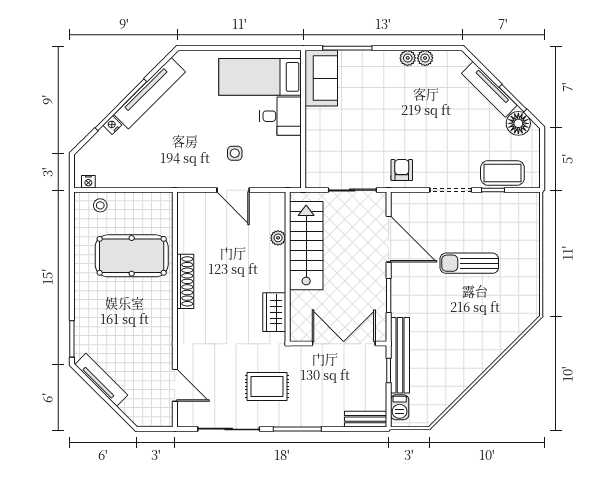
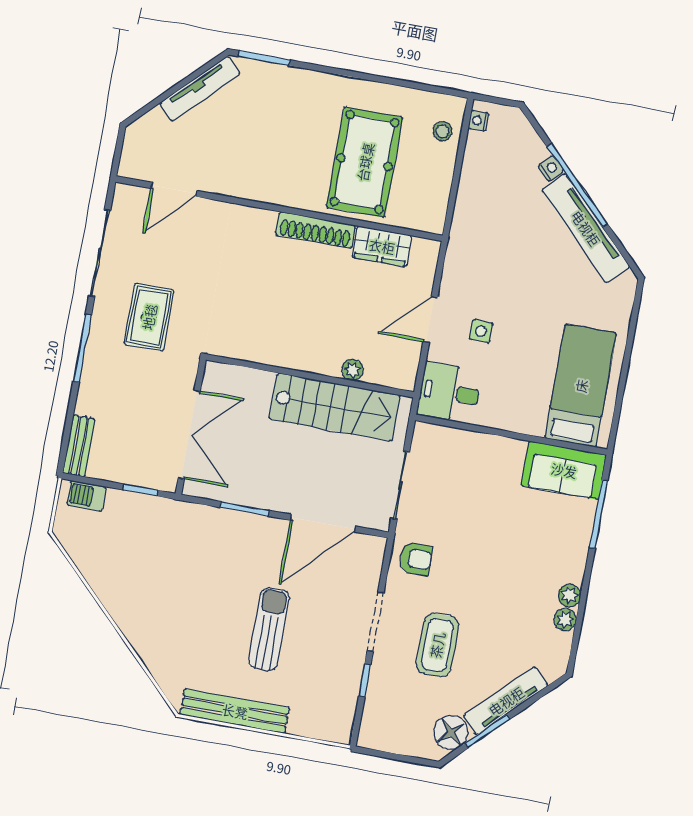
desk: (280, 116) -> (450, 392), moved, turned 90
coffee table: (502, 173) -> (437, 645), moved
wardrobe: (274, 312) -> (382, 246), moved, turned 180
bench: (400, 355) -> (235, 711), moved

